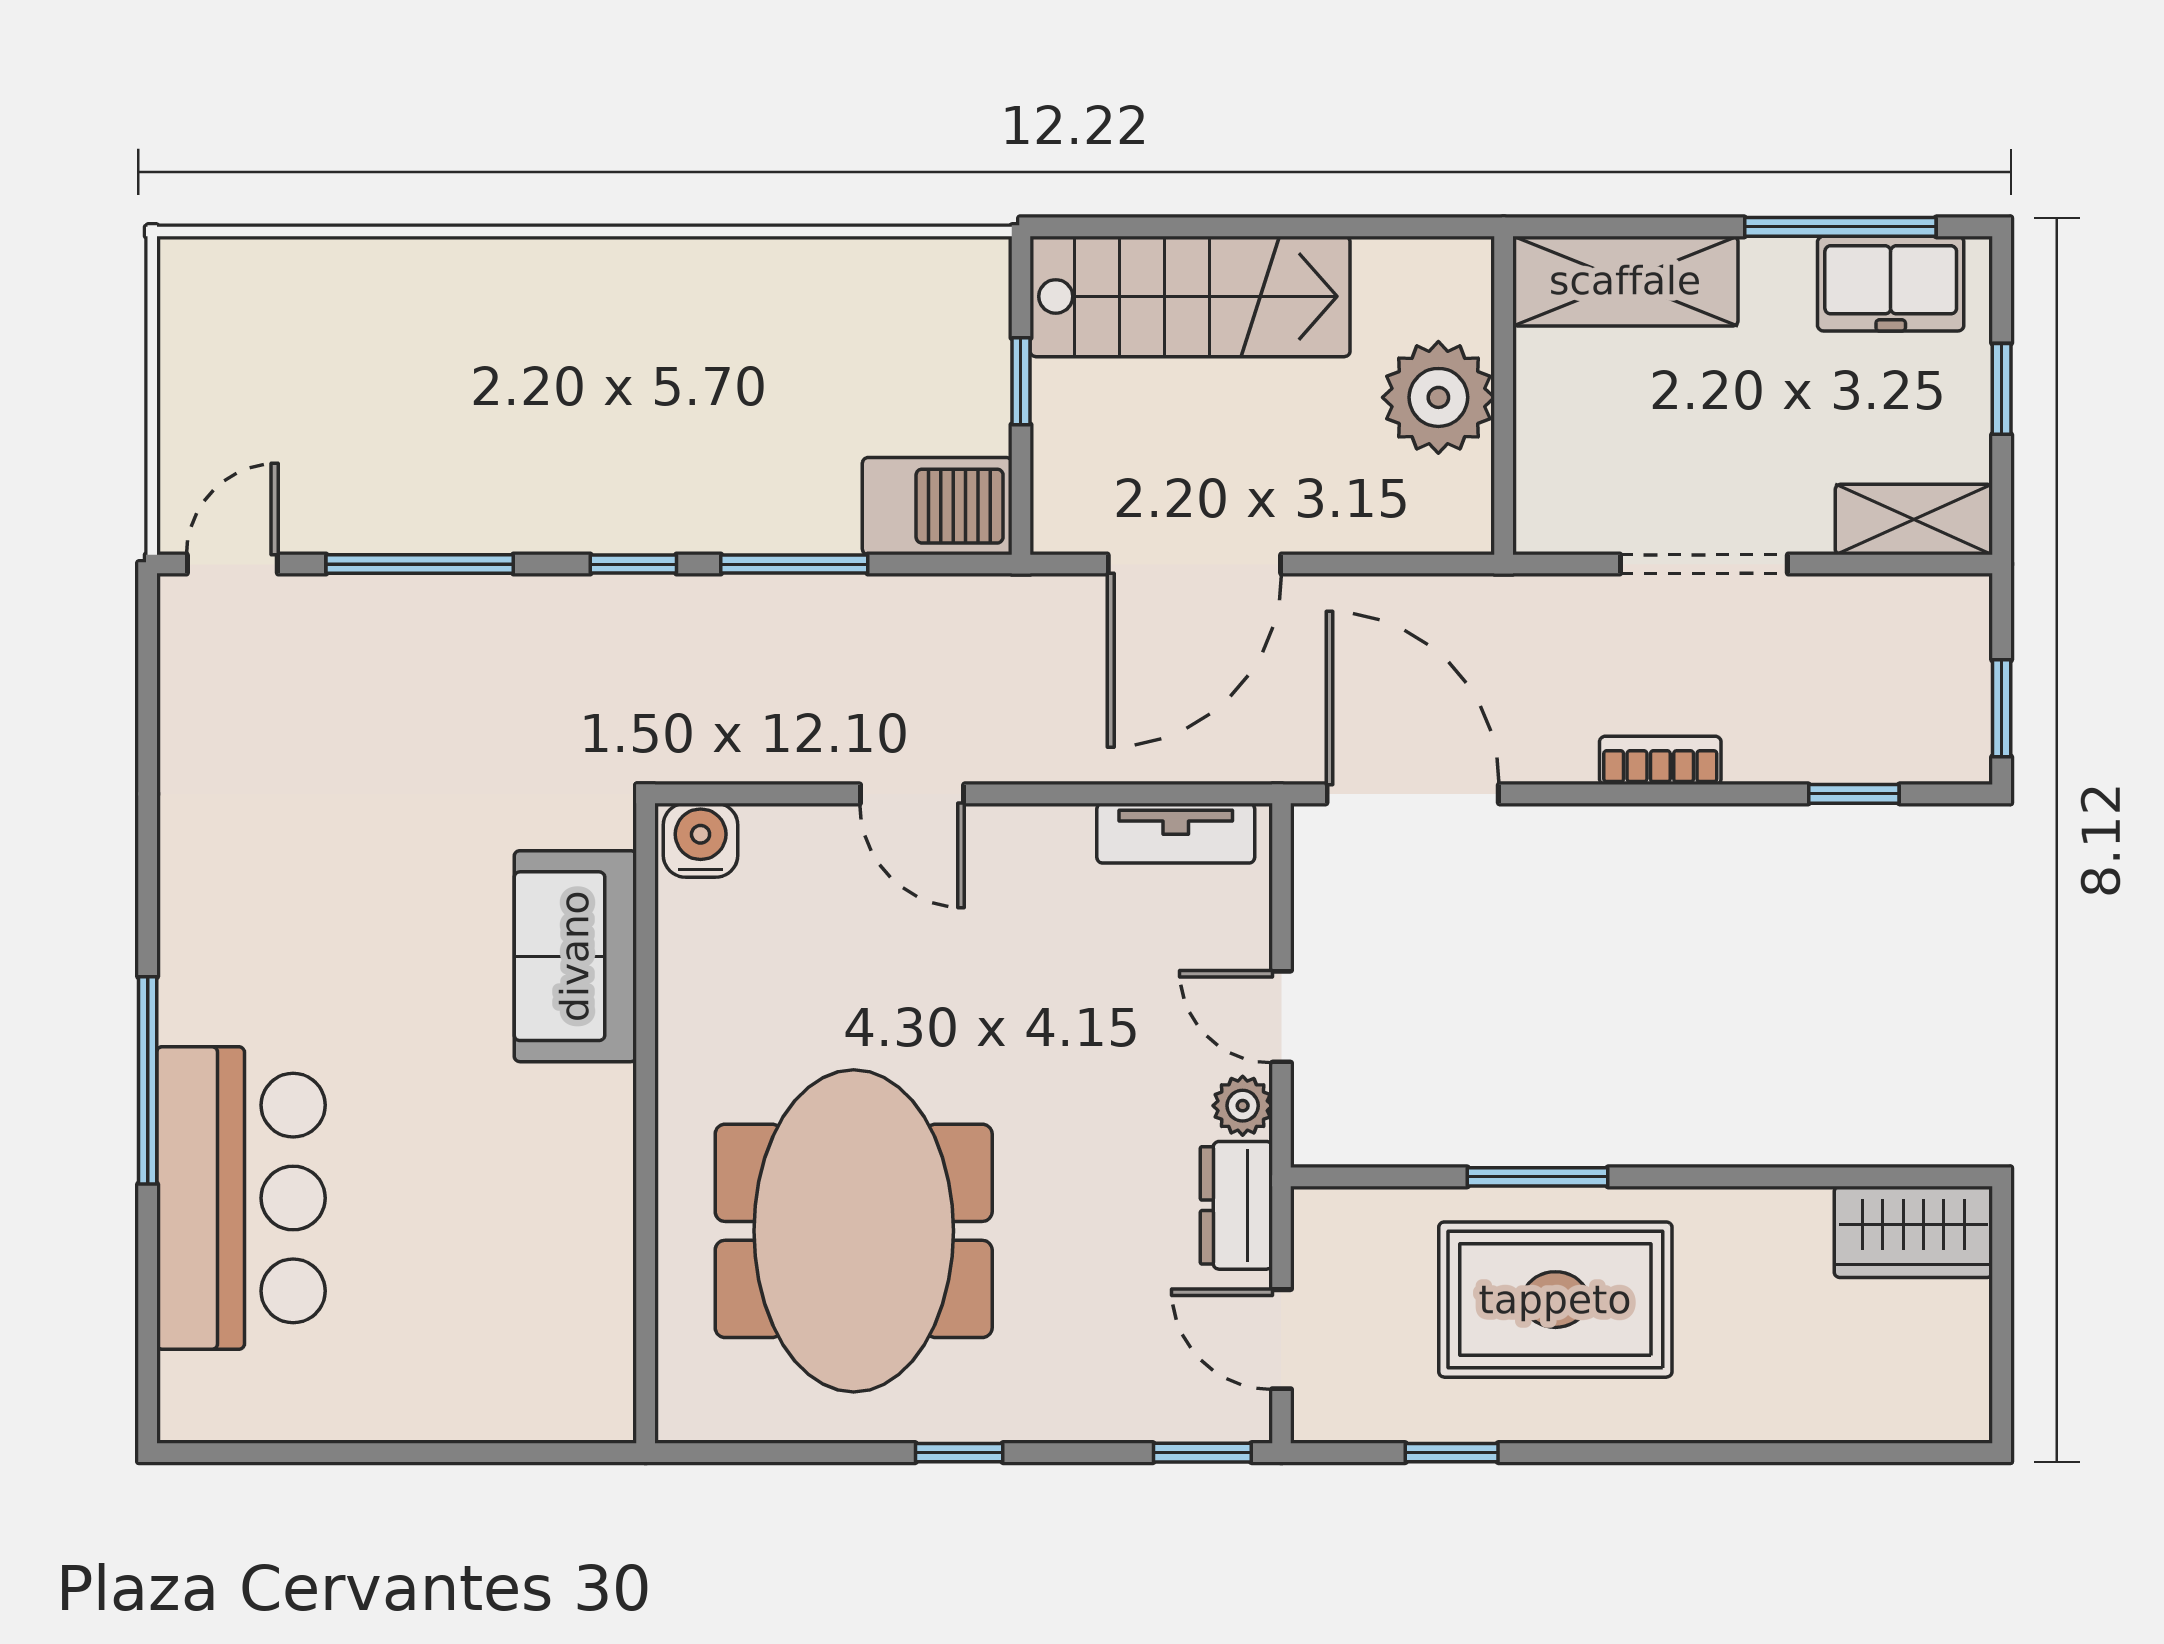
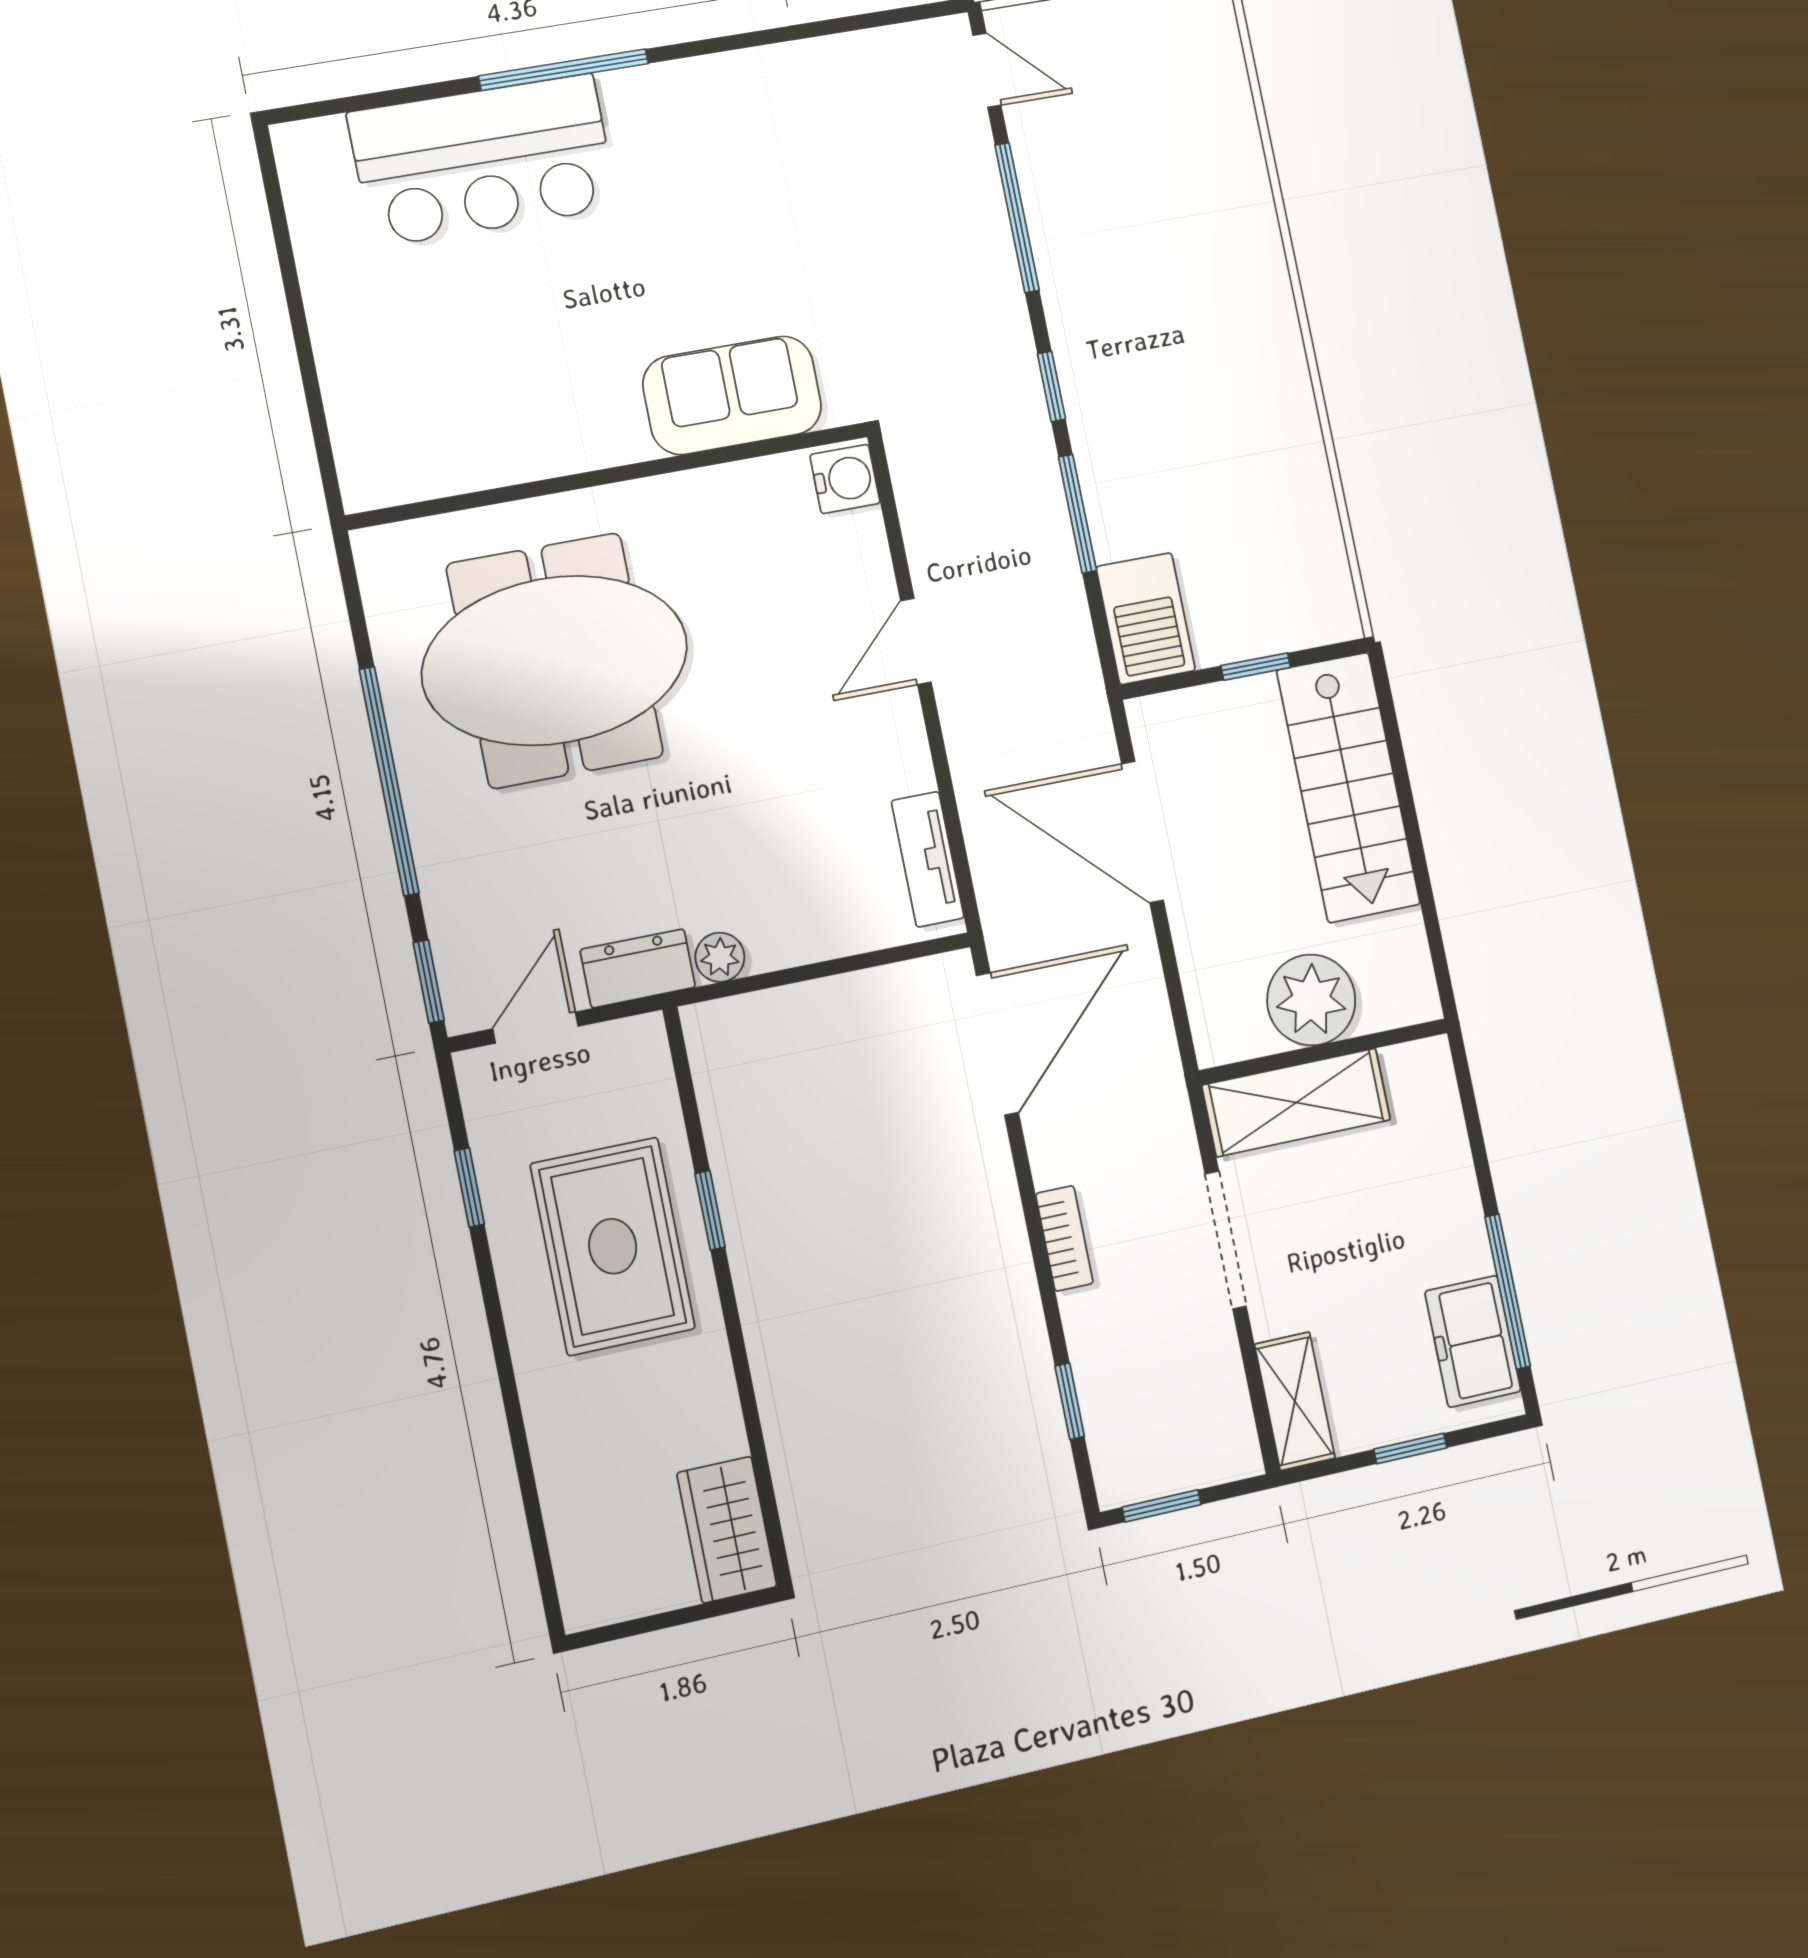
shelving: (1625, 281) -> (1296, 1102), moved, turned 90
door: (1281, 1017) -> (798, 974), removed
window: (1538, 1177) -> (710, 1210), width x0.67
window: (959, 1453) -> (389, 781), width x3.17

